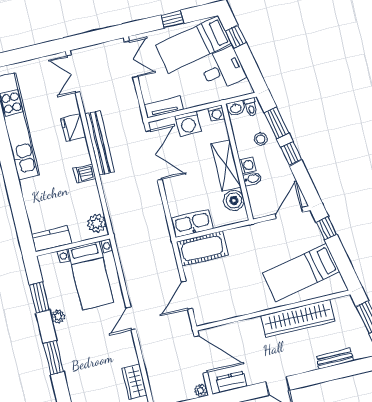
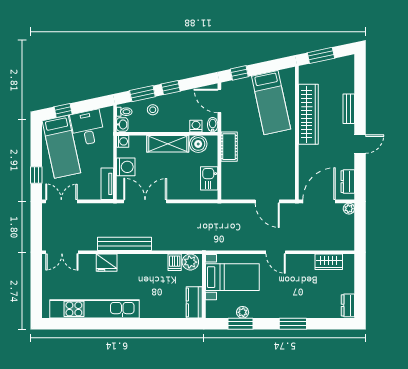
window: (172, 19) -> (36, 175), moved
washing machine: (247, 165) -> (196, 126), moved
dishwasher: (85, 173) -> (175, 262), moved
bidet: (252, 179) -> (213, 125), moved
kitchen sink: (193, 223) -> (209, 178), width x0.73
cot: (202, 249) -> (229, 147), moved, width x0.73, depth x0.75
plant: (58, 316) -> (243, 312), moved
bench: (335, 359) -> (349, 109), moved

